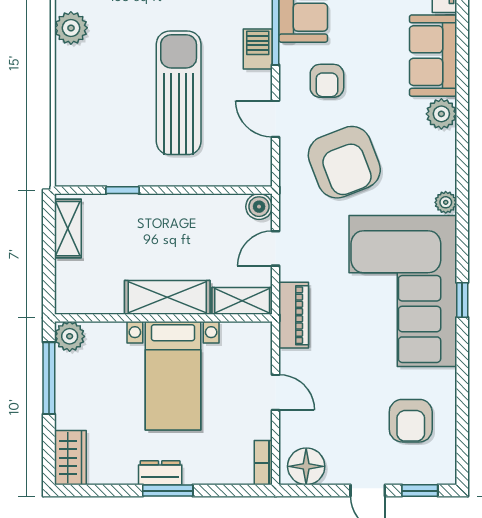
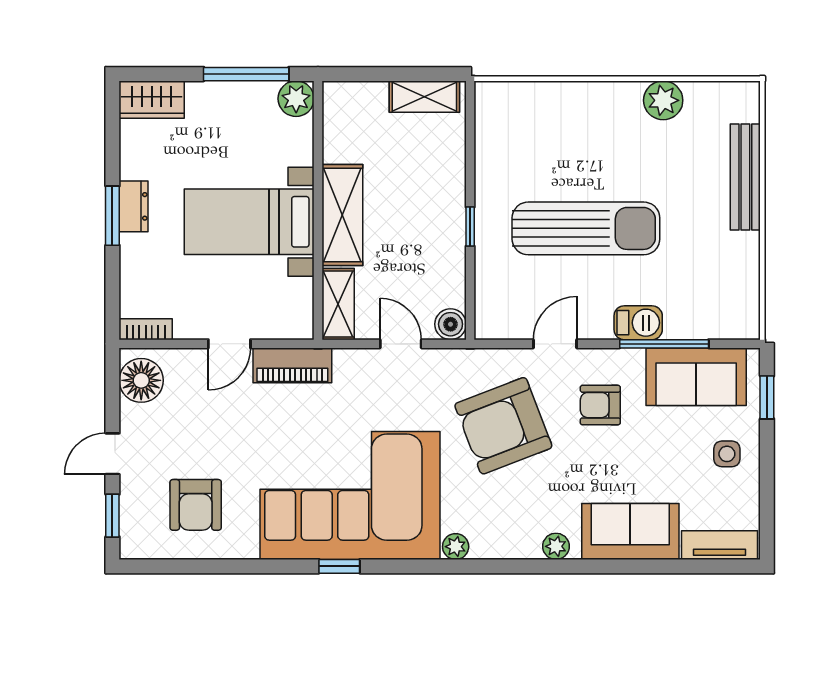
plant: (441, 114) -> (556, 546), width x0.73, depth x0.73
window: (122, 190) -> (470, 227), moved
piano: (294, 315) -> (292, 365), moved
armchair: (411, 421) -> (196, 505), turned -90

